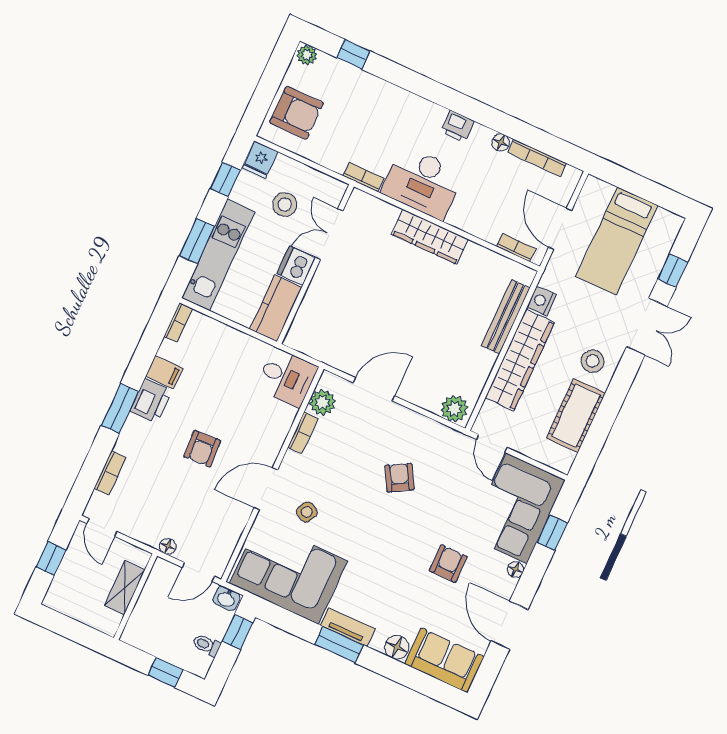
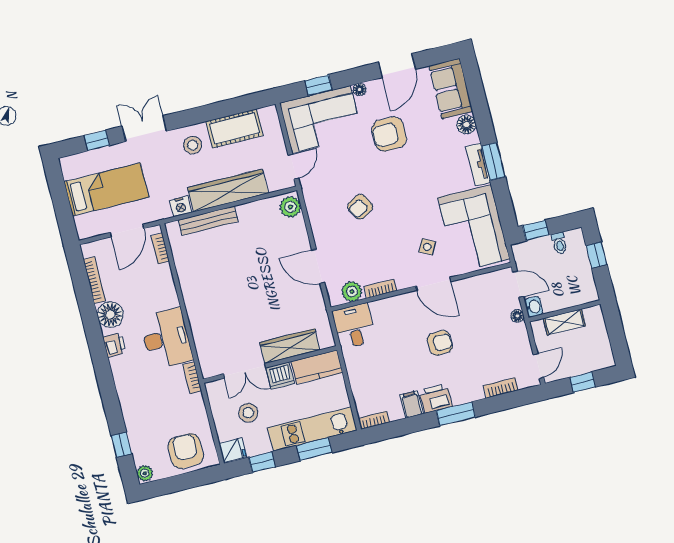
floor lamp: (501, 142) -> (110, 315), width x1.89, depth x1.89
wardrobe: (430, 237) -> (290, 346), moved, turned -90
armchair: (448, 564) -> (389, 134), width x1.38, depth x1.38
washbasin: (226, 598) -> (534, 307), moved

